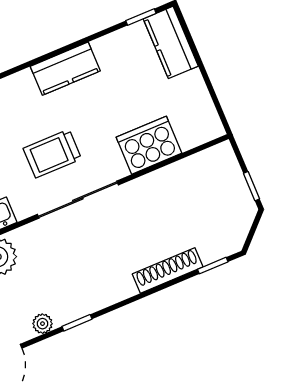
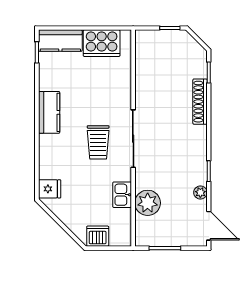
cooker: (149, 145) -> (102, 43), moved, turned -90

